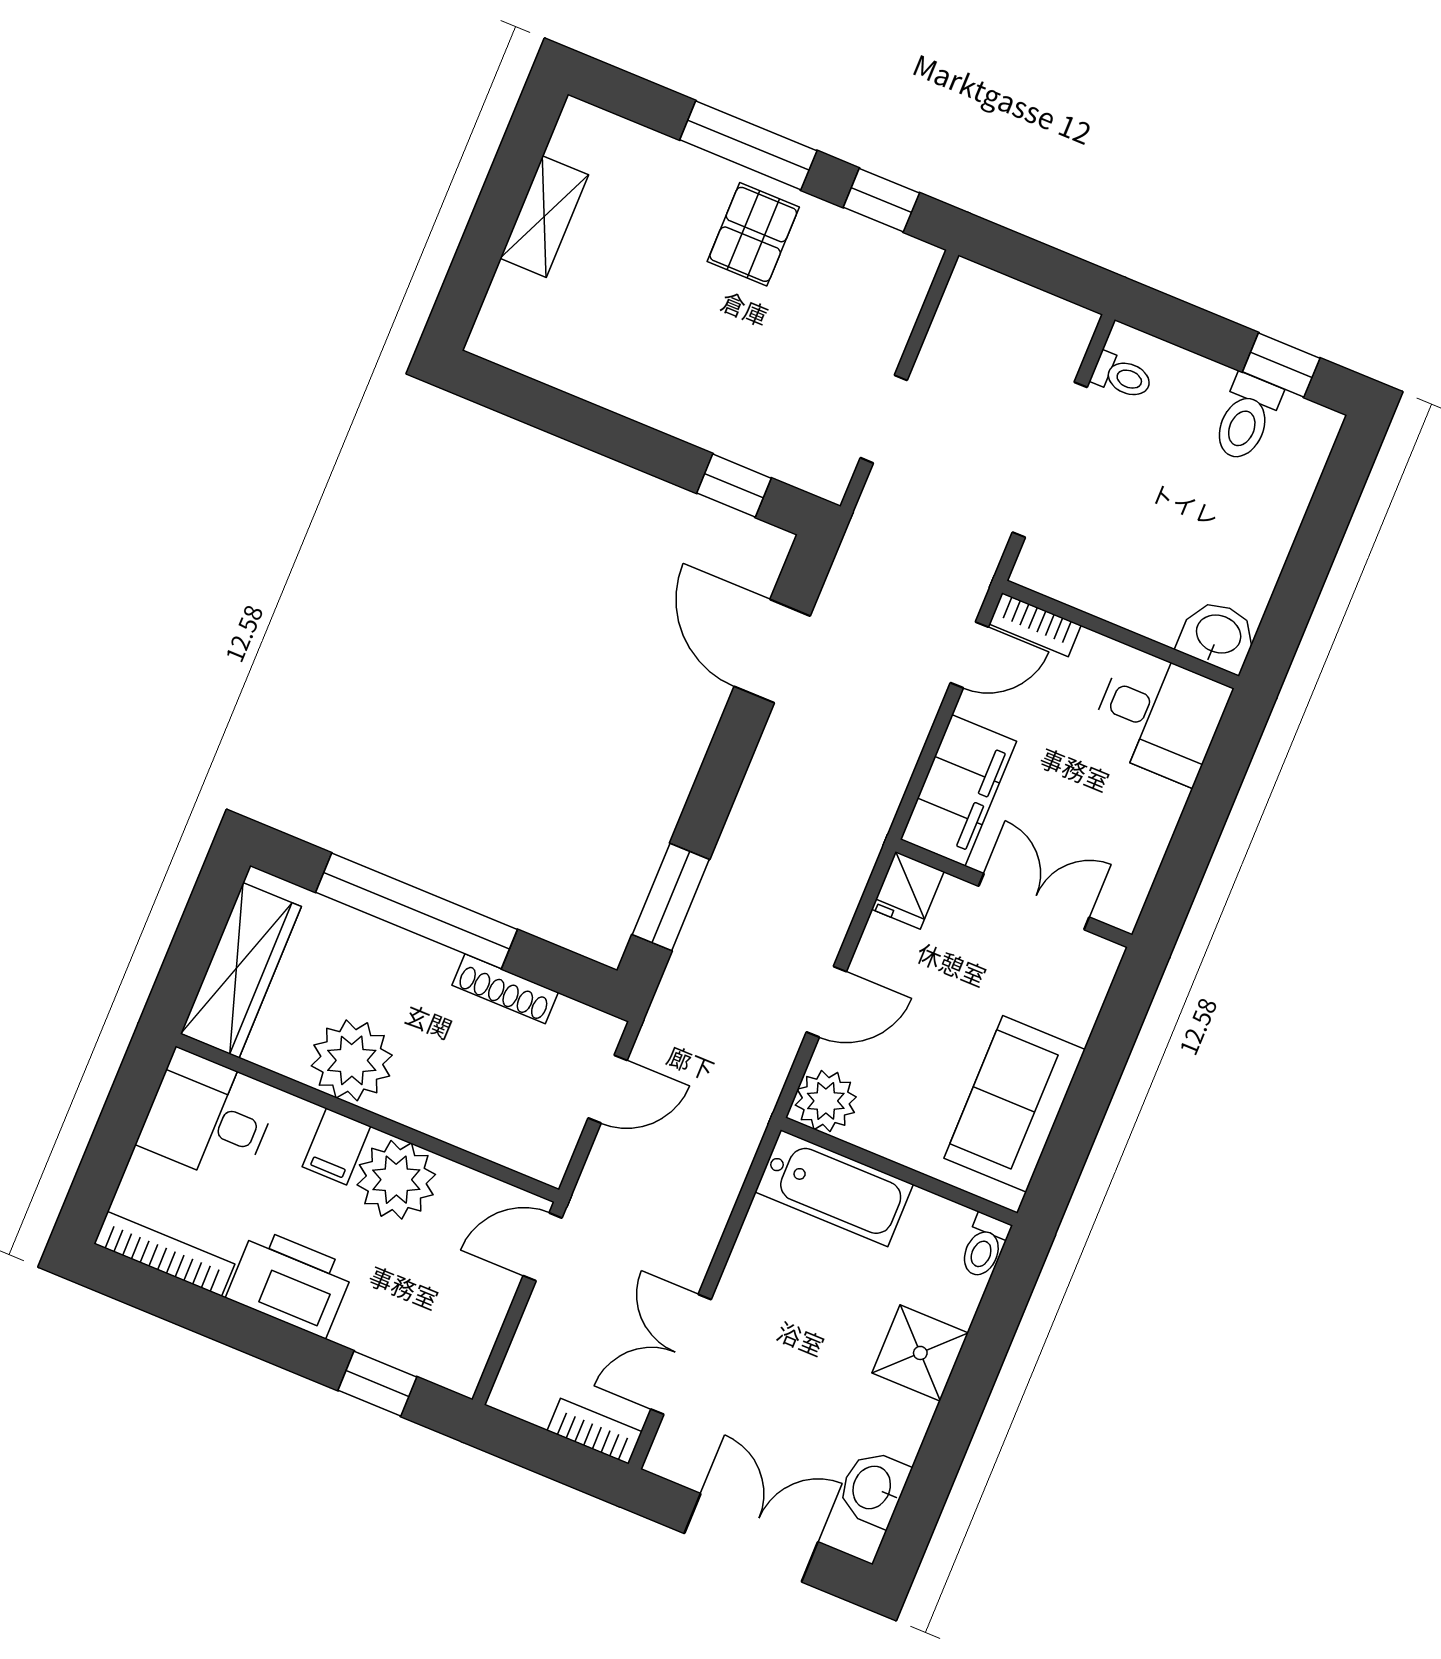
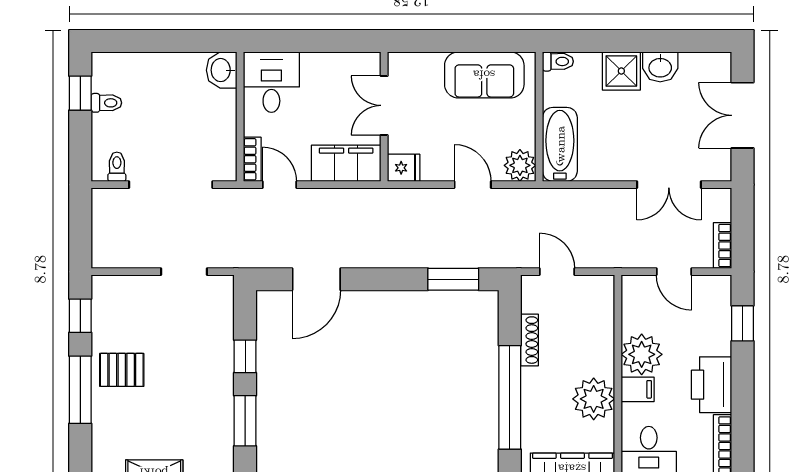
window: (571, 418) -> (245, 421), added
toilet: (1246, 418) -> (106, 103), width x0.73, depth x0.72
window: (734, 486) -> (245, 356), moved
door: (543, 1247) -> (674, 272), moved
bookcase: (595, 1431) -> (722, 245), moved
washbasin: (873, 1488) -> (660, 67), moved

